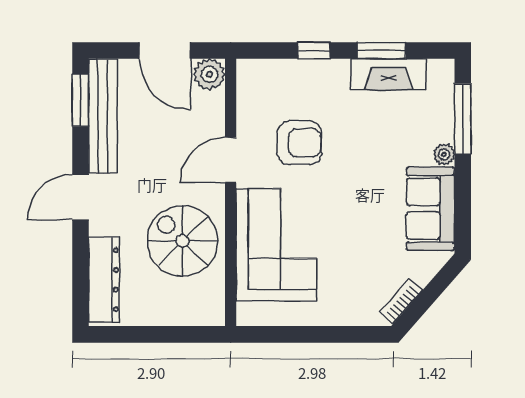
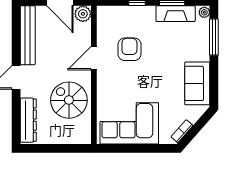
window: (80, 100) -> (16, 27), removed
armchair: (299, 143) -> (129, 49), turned -90
plant: (444, 154) -> (204, 12), moved
corner sofa: (276, 245) -> (129, 123), moved, turned -90

